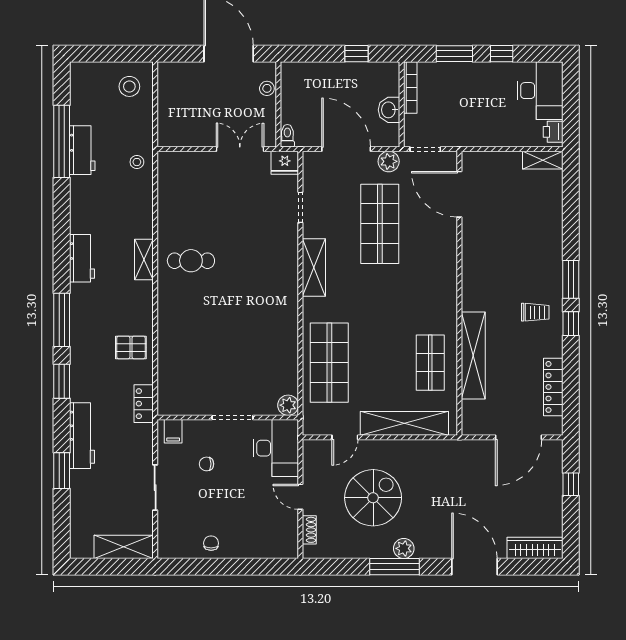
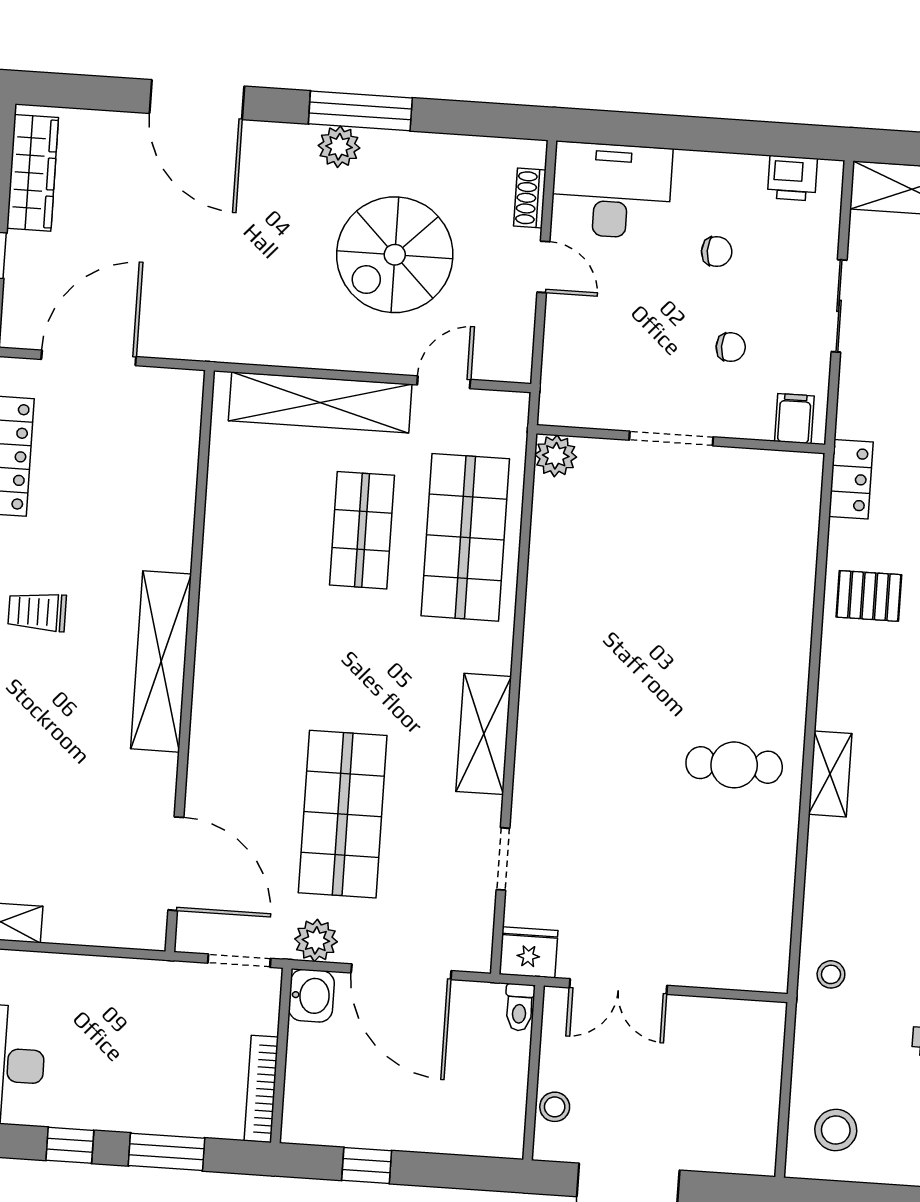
washbasin: (389, 110) -> (311, 996), moved
shelving: (473, 355) -> (161, 661), moved
shop shelf: (430, 363) -> (362, 530), moved
desk: (276, 448) -> (612, 191), moved, turned 90
chair: (211, 543) -> (717, 252), moved, turned -90
printer: (182, 548) -> (792, 178), added
wardrobe: (535, 548) -> (33, 173), moved, turned -90

